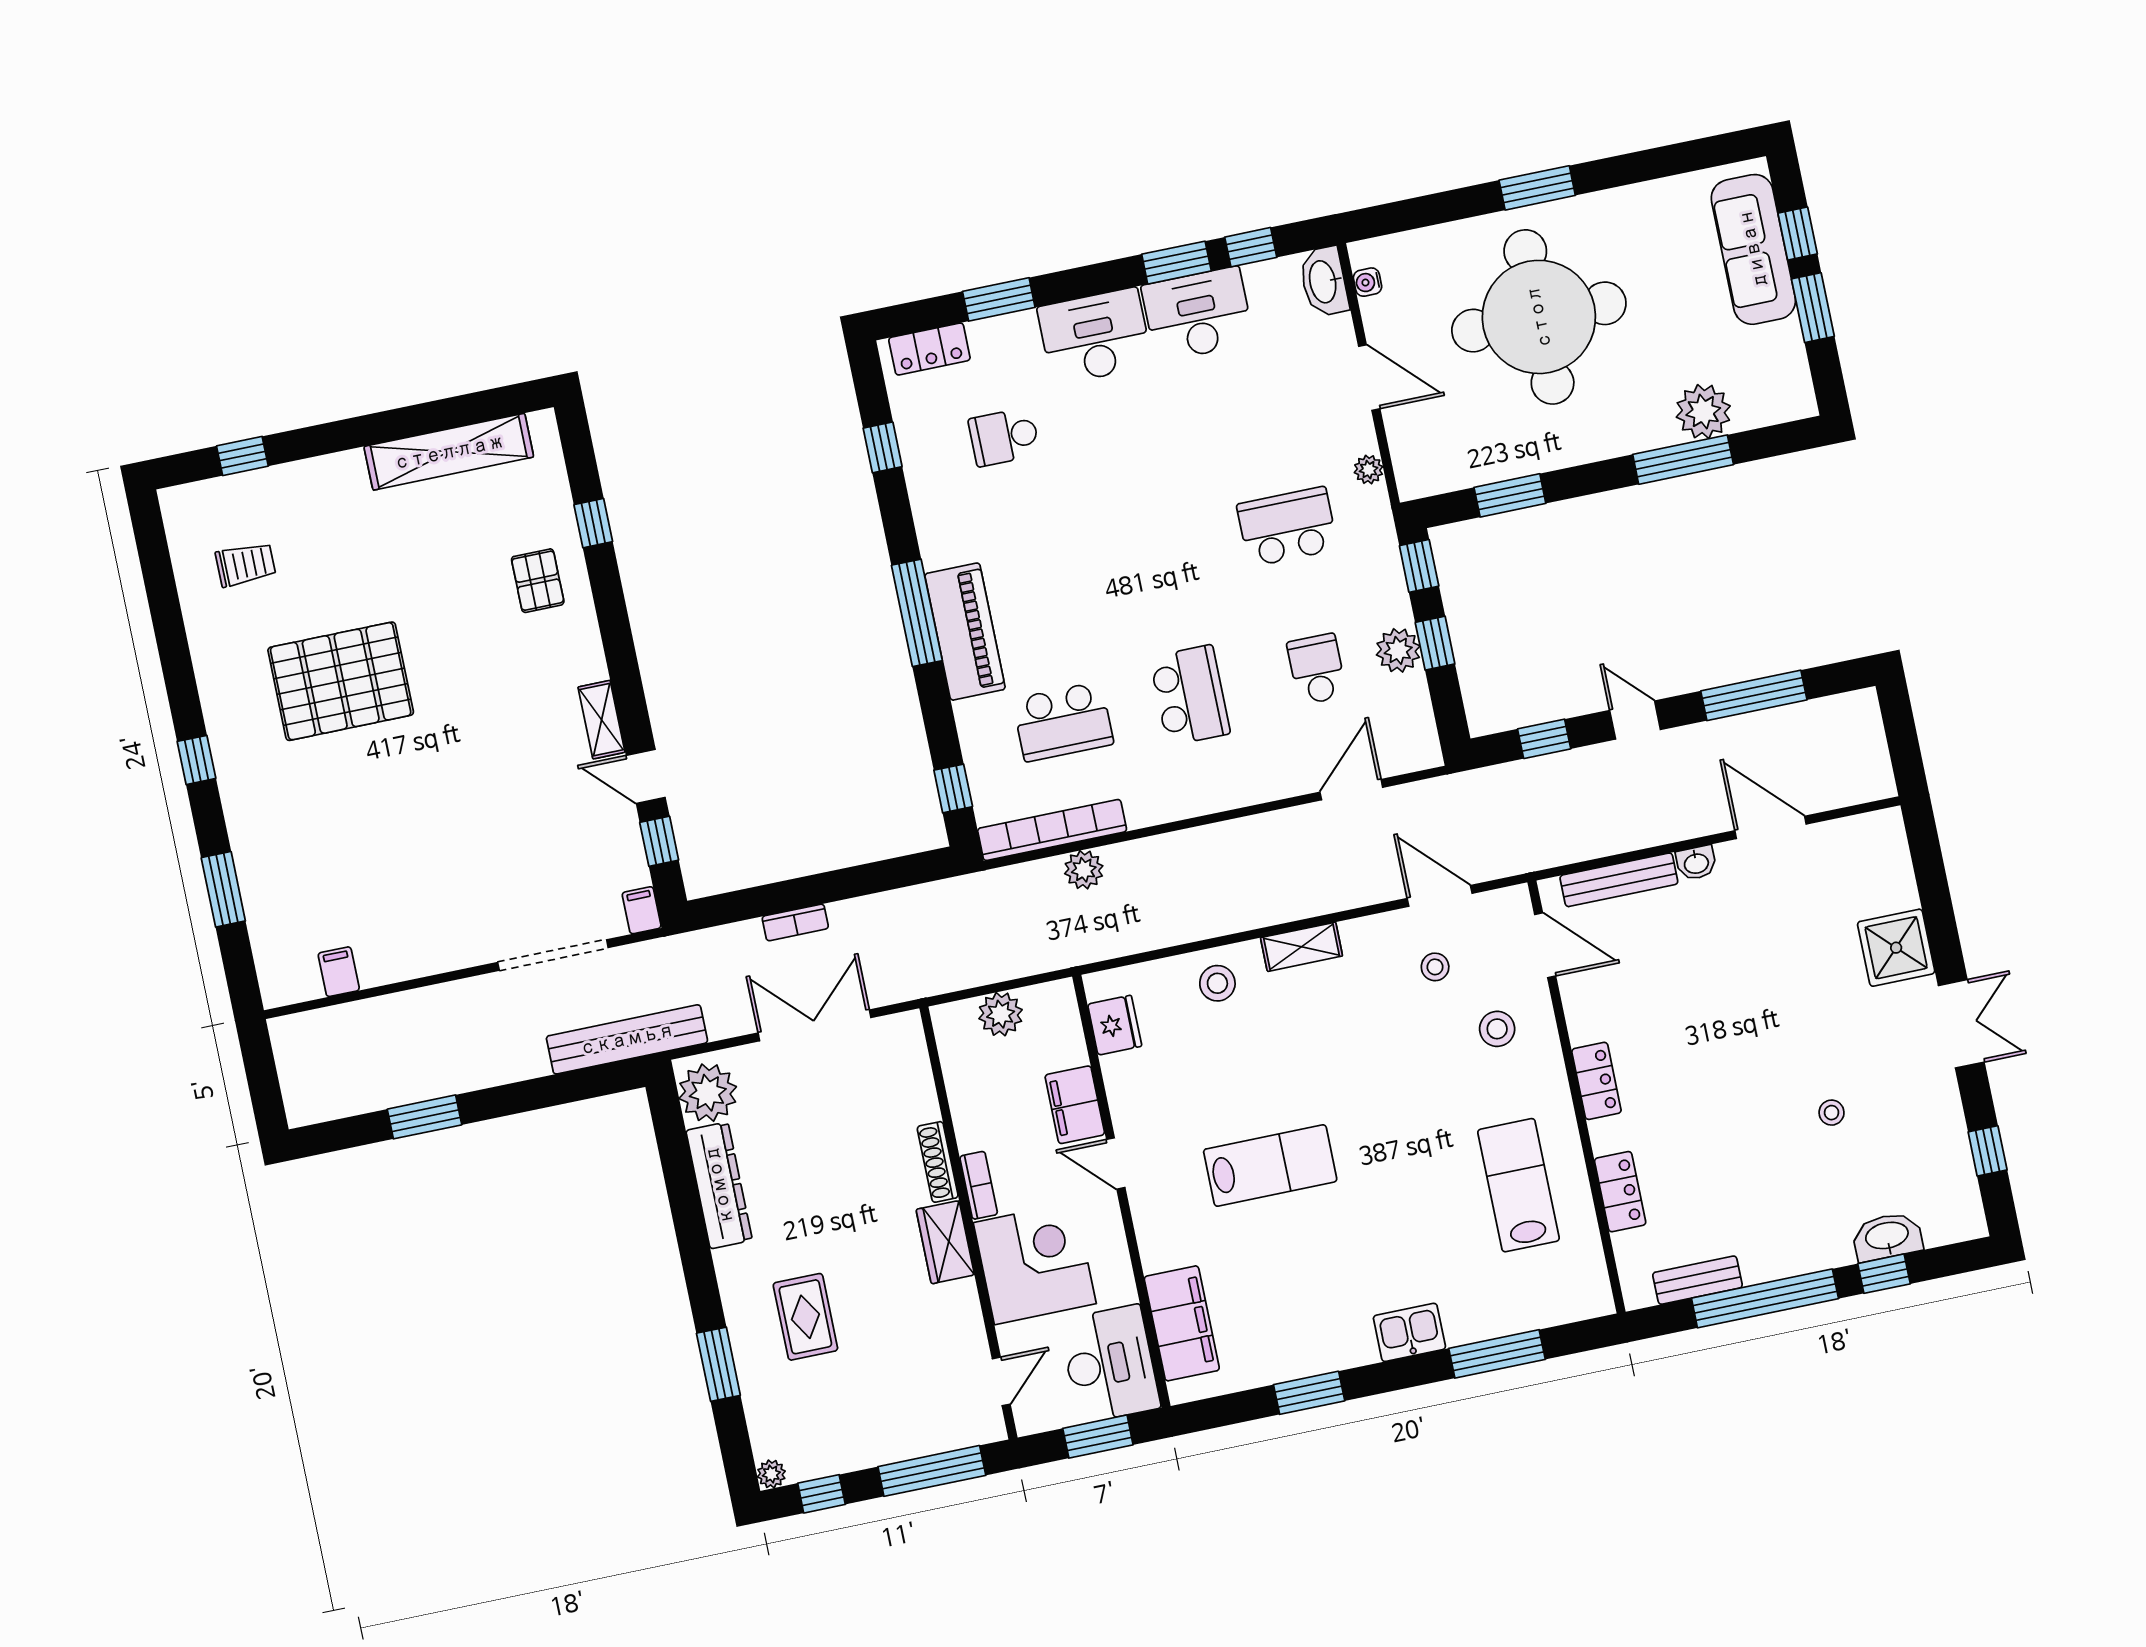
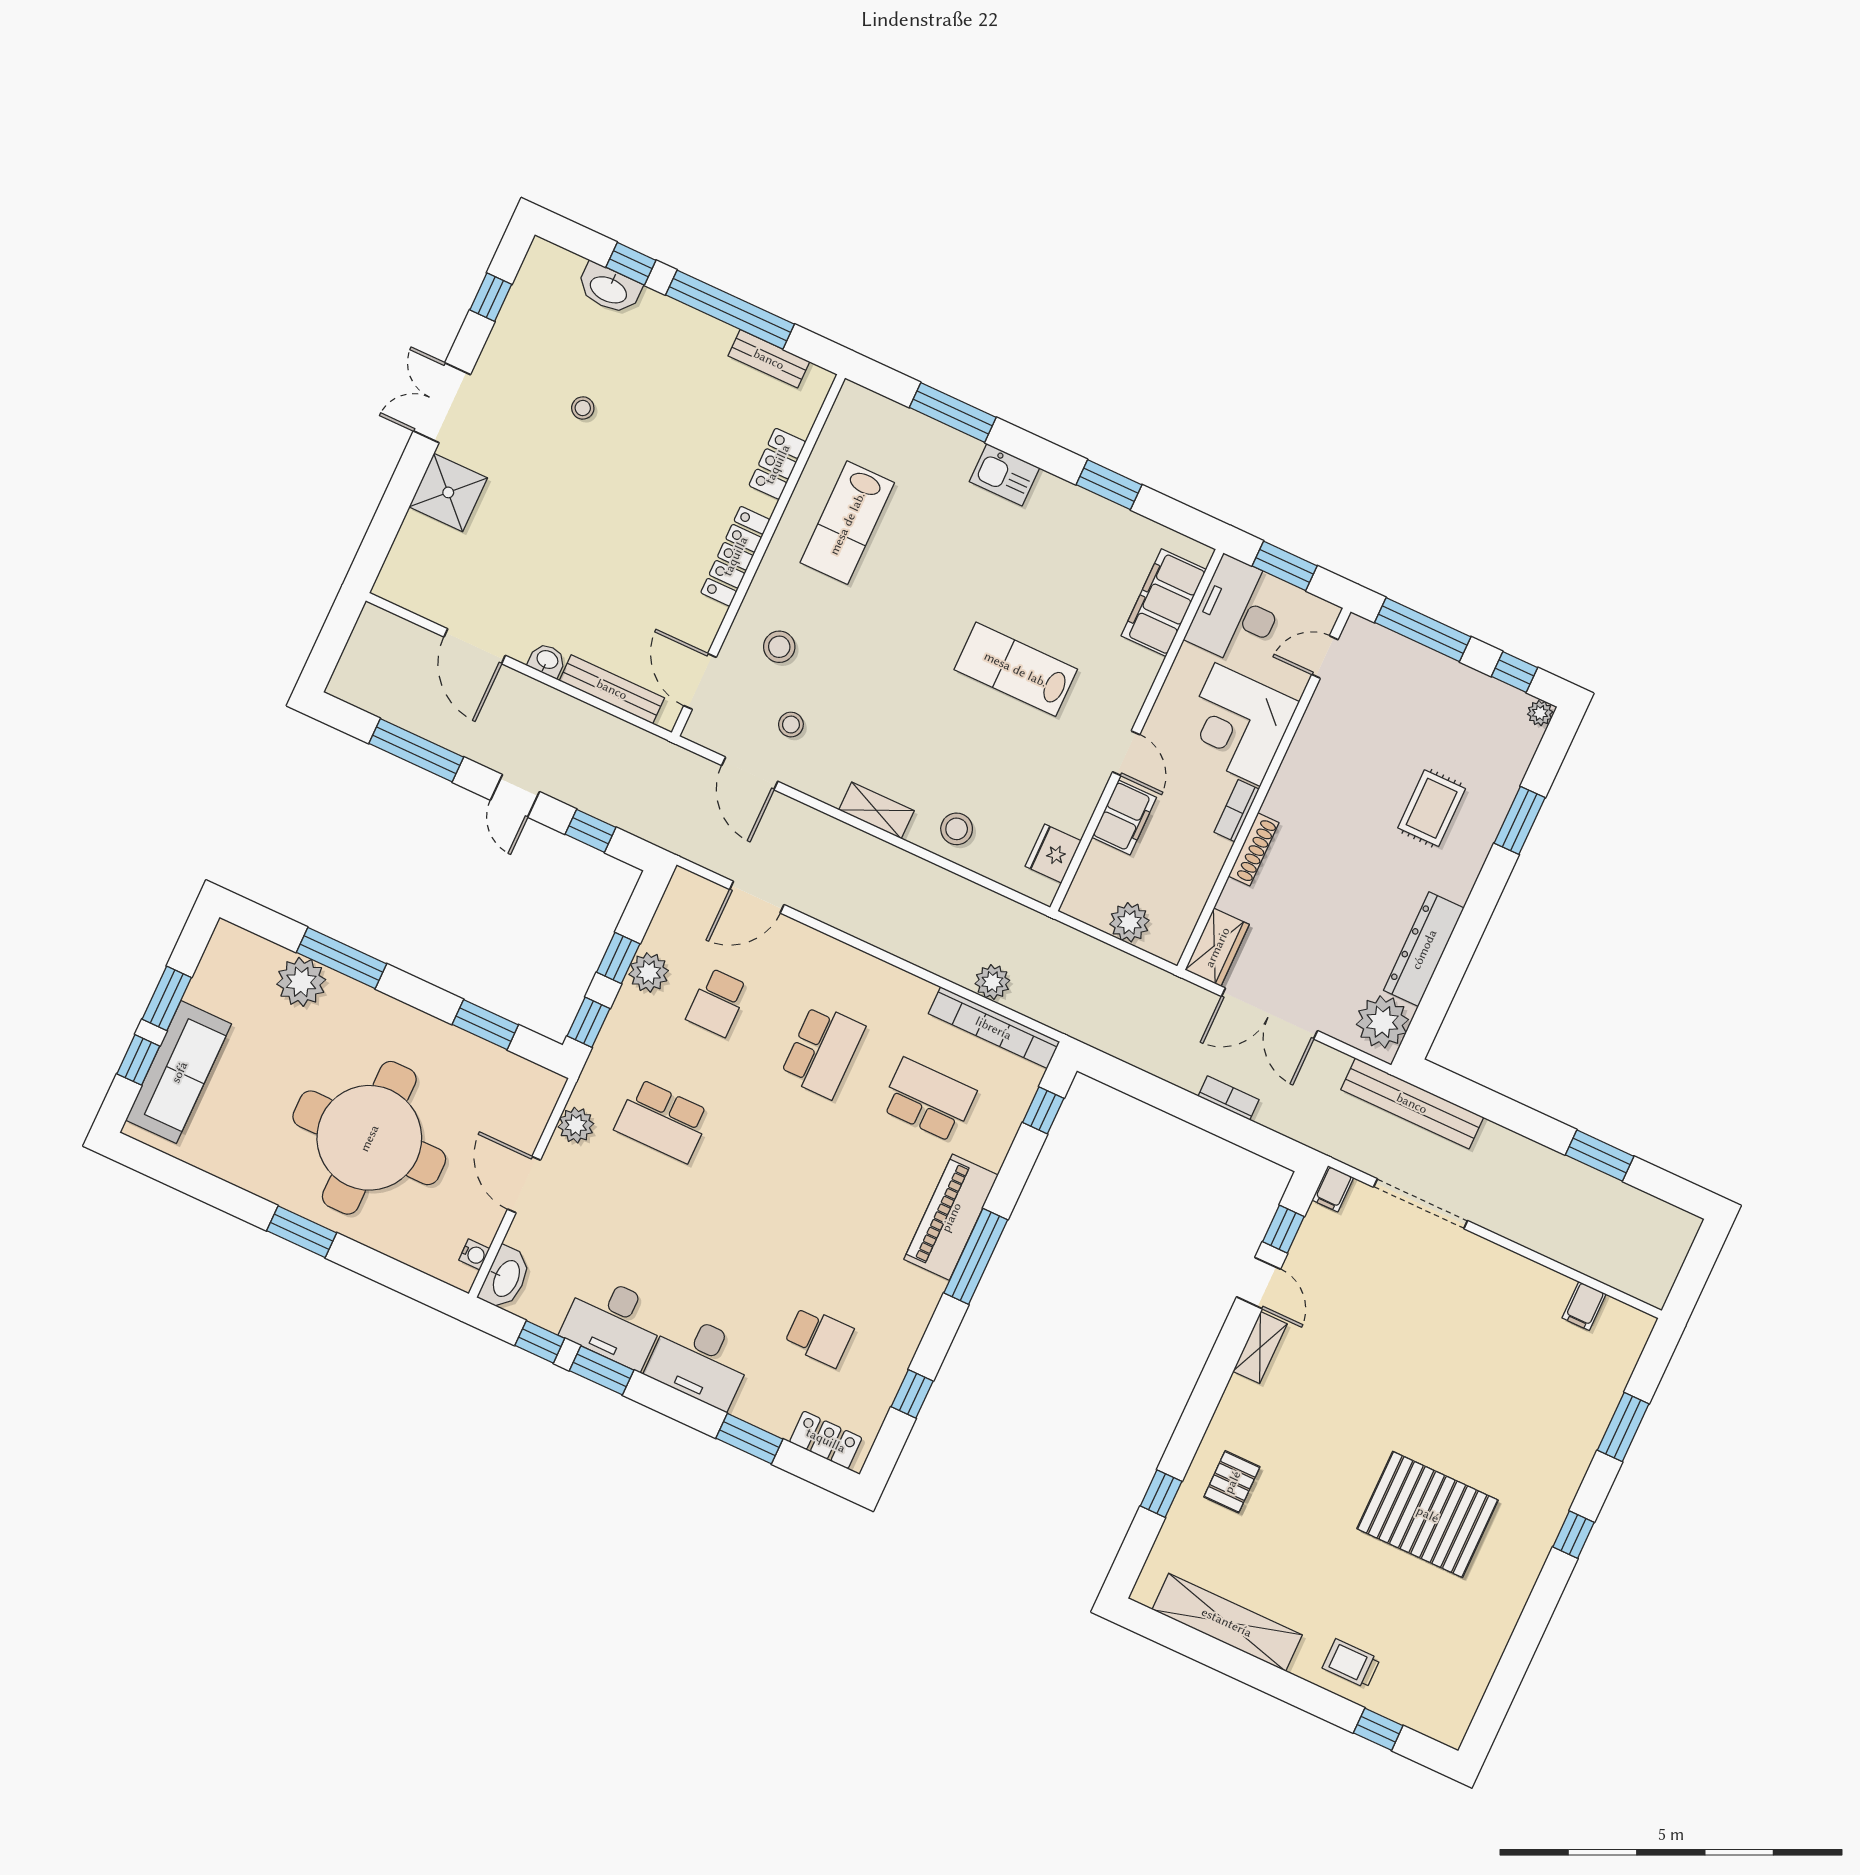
plant: (1369, 470) -> (576, 1125), width x1.38, depth x1.38
trolley: (246, 564) -> (1351, 1664), moved
school desk: (1190, 695) -> (823, 1051), turned 180
locker: (1596, 1081) -> (735, 556), width x1.53
wardrobe: (945, 1242) -> (1217, 947), moved

